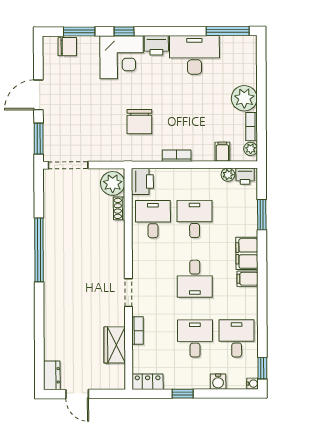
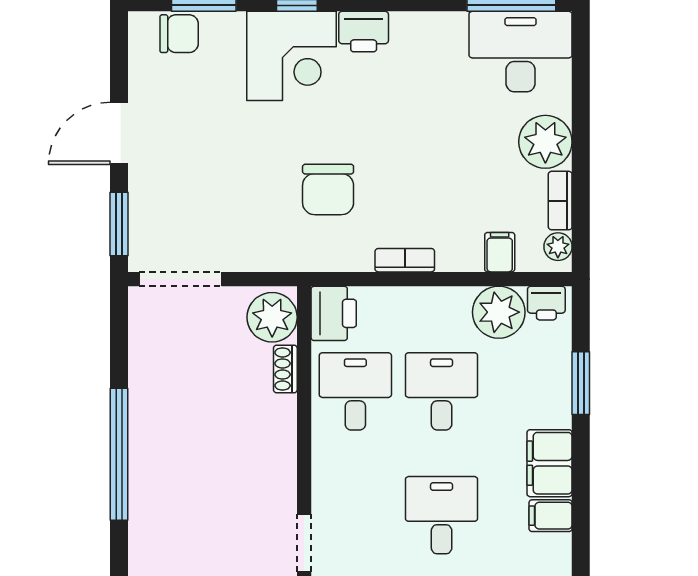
desk: (194, 55) -> (521, 52), moved
plant: (228, 175) -> (499, 312), width x1.87, depth x1.87
desk: (195, 279) -> (442, 515), turned 180

